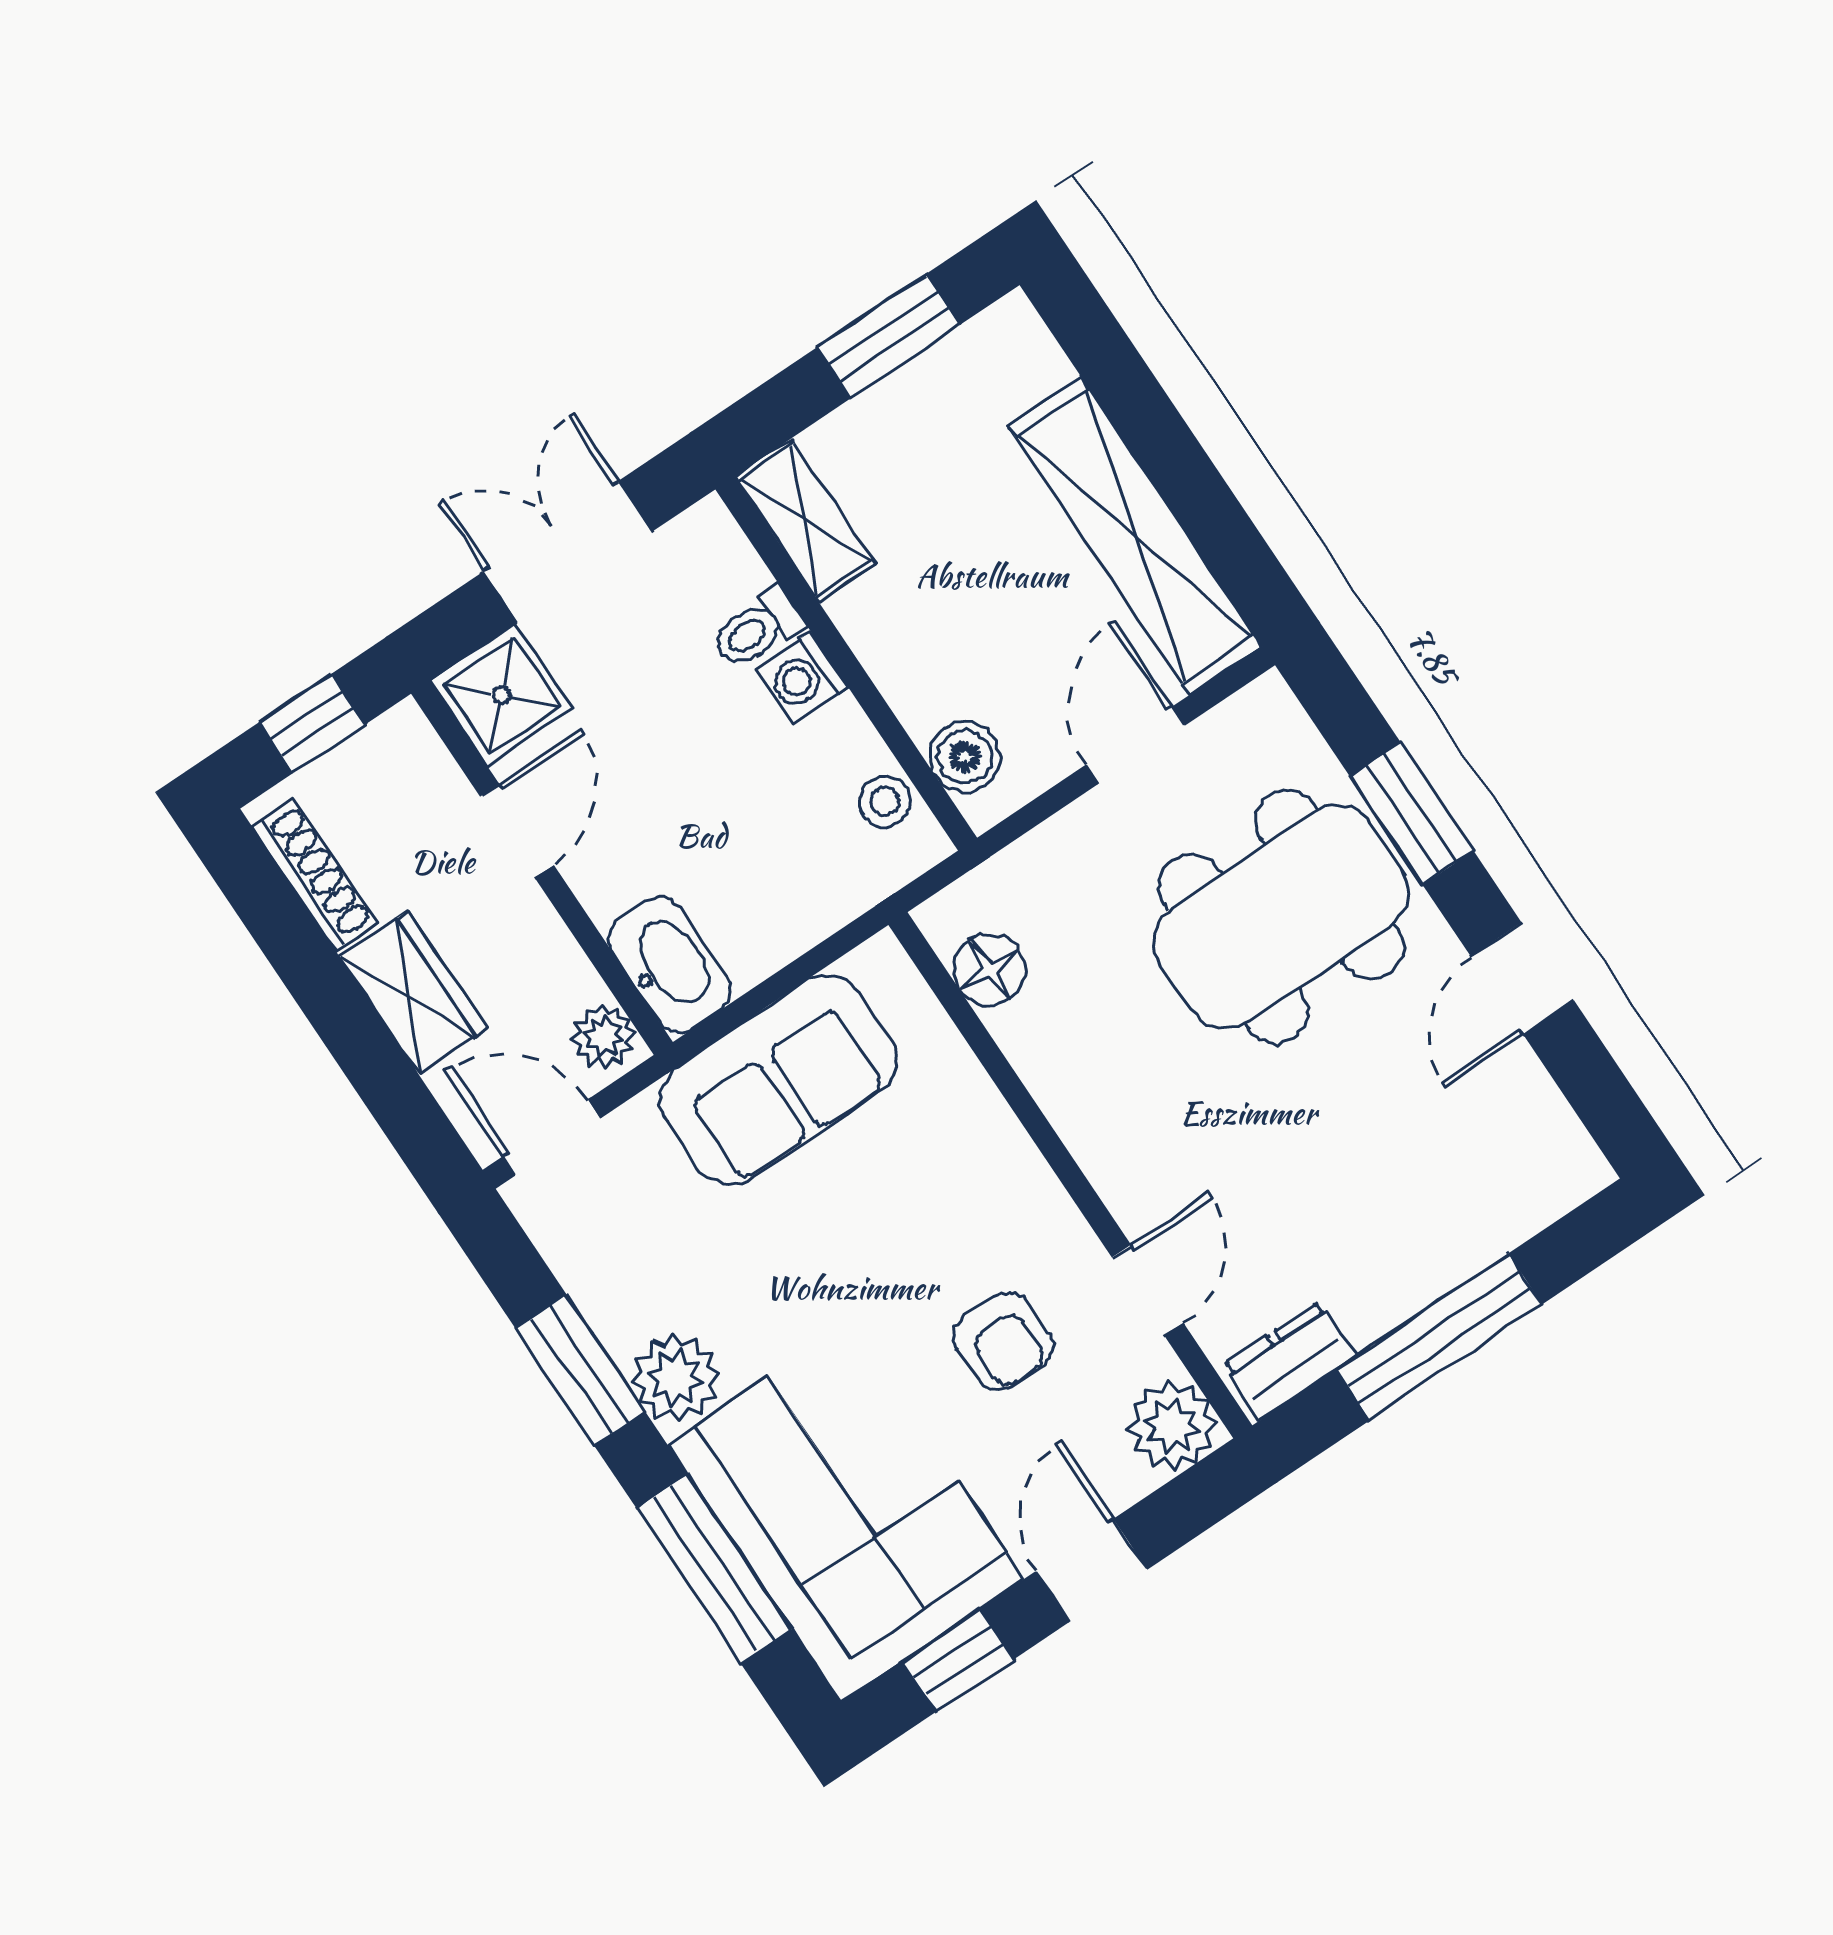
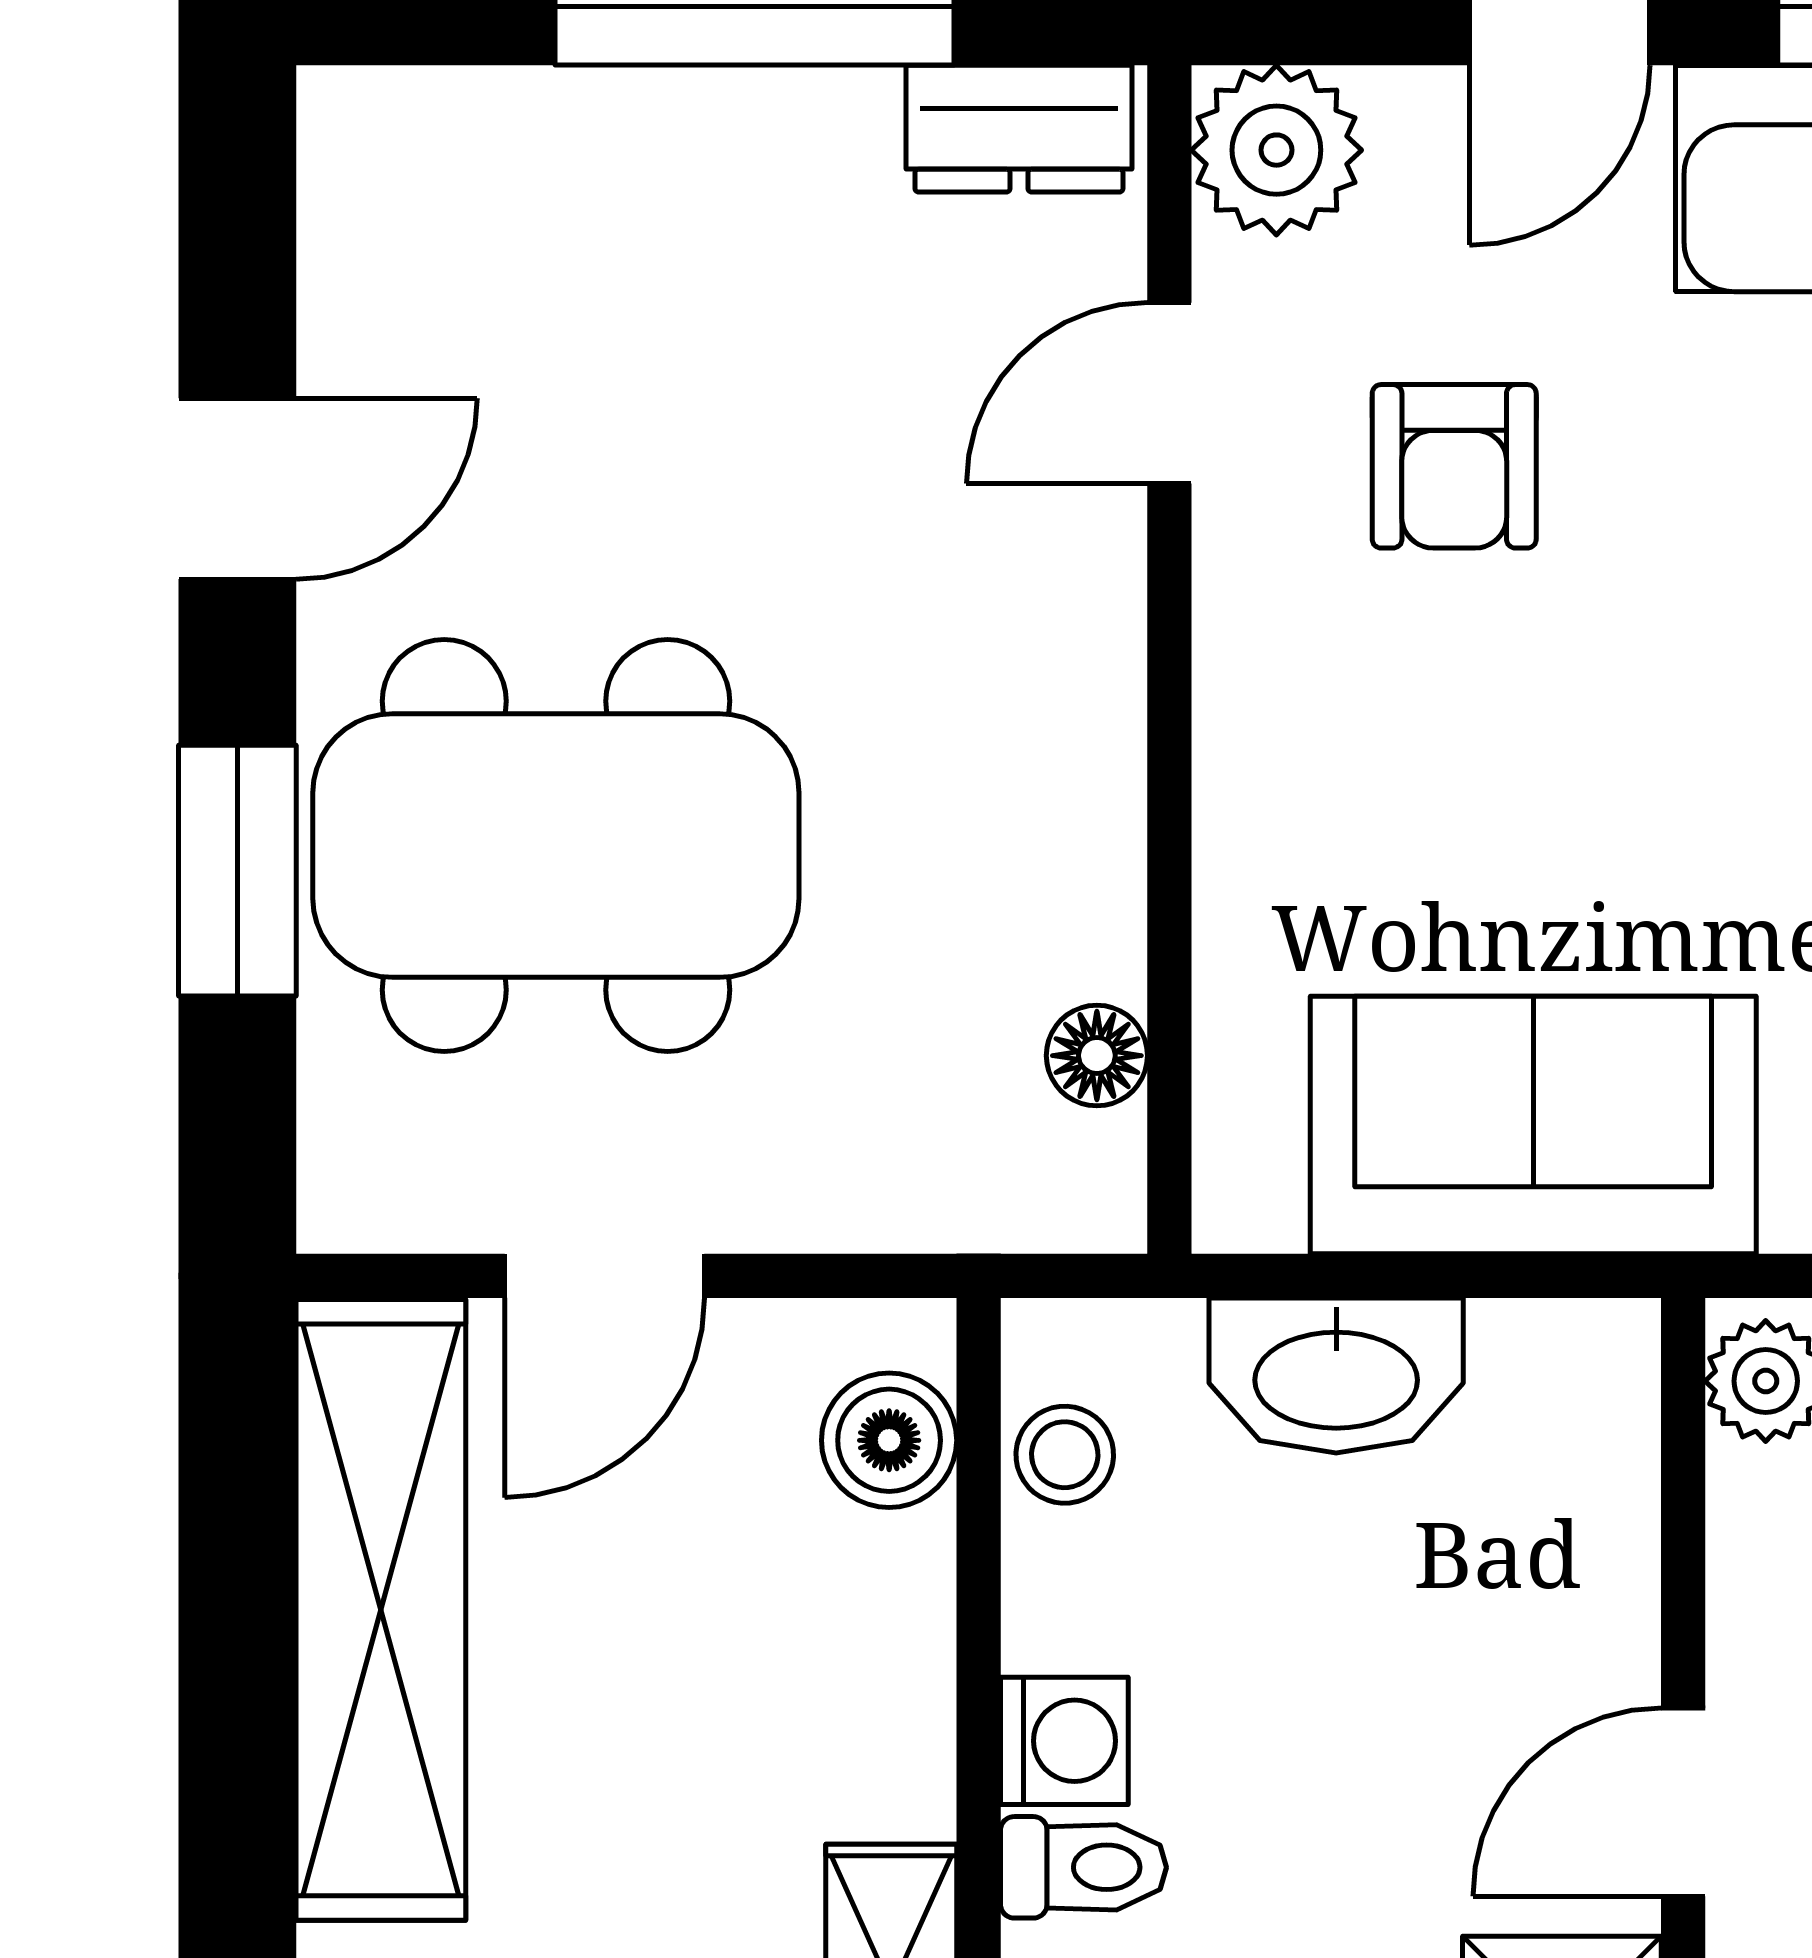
washbasin: (670, 965) -> (1336, 1376), moved, turned -90
floor lamp: (989, 970) -> (1097, 1056), width x0.73, depth x0.73
armchair: (1003, 1341) -> (1454, 466), turned 180

